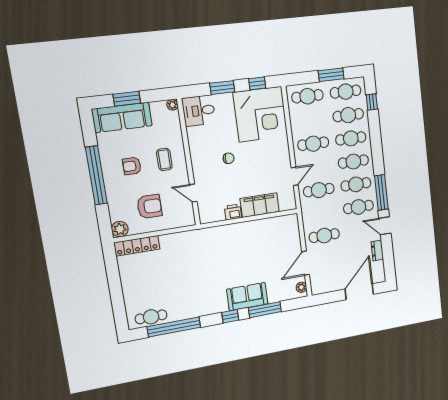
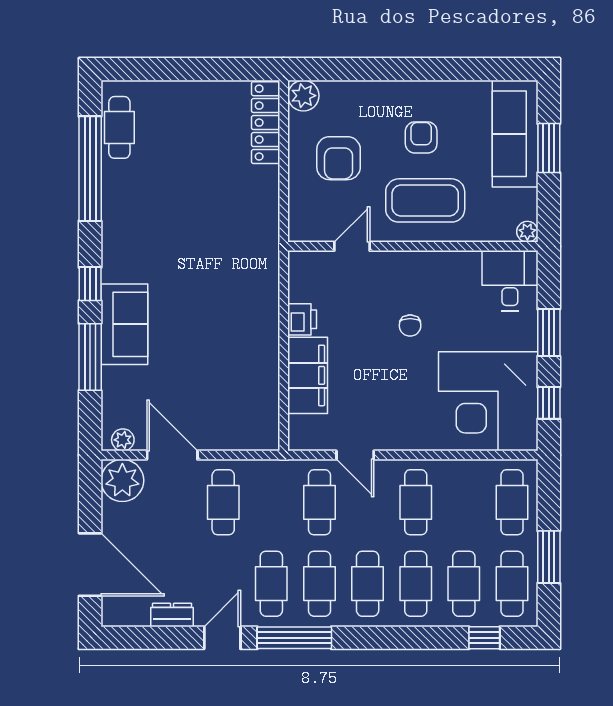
coffee table: (164, 159) -> (425, 200), width x1.86, depth x1.72
window: (96, 175) -> (413, 69), removed
plant: (320, 284) -> (122, 480), added

